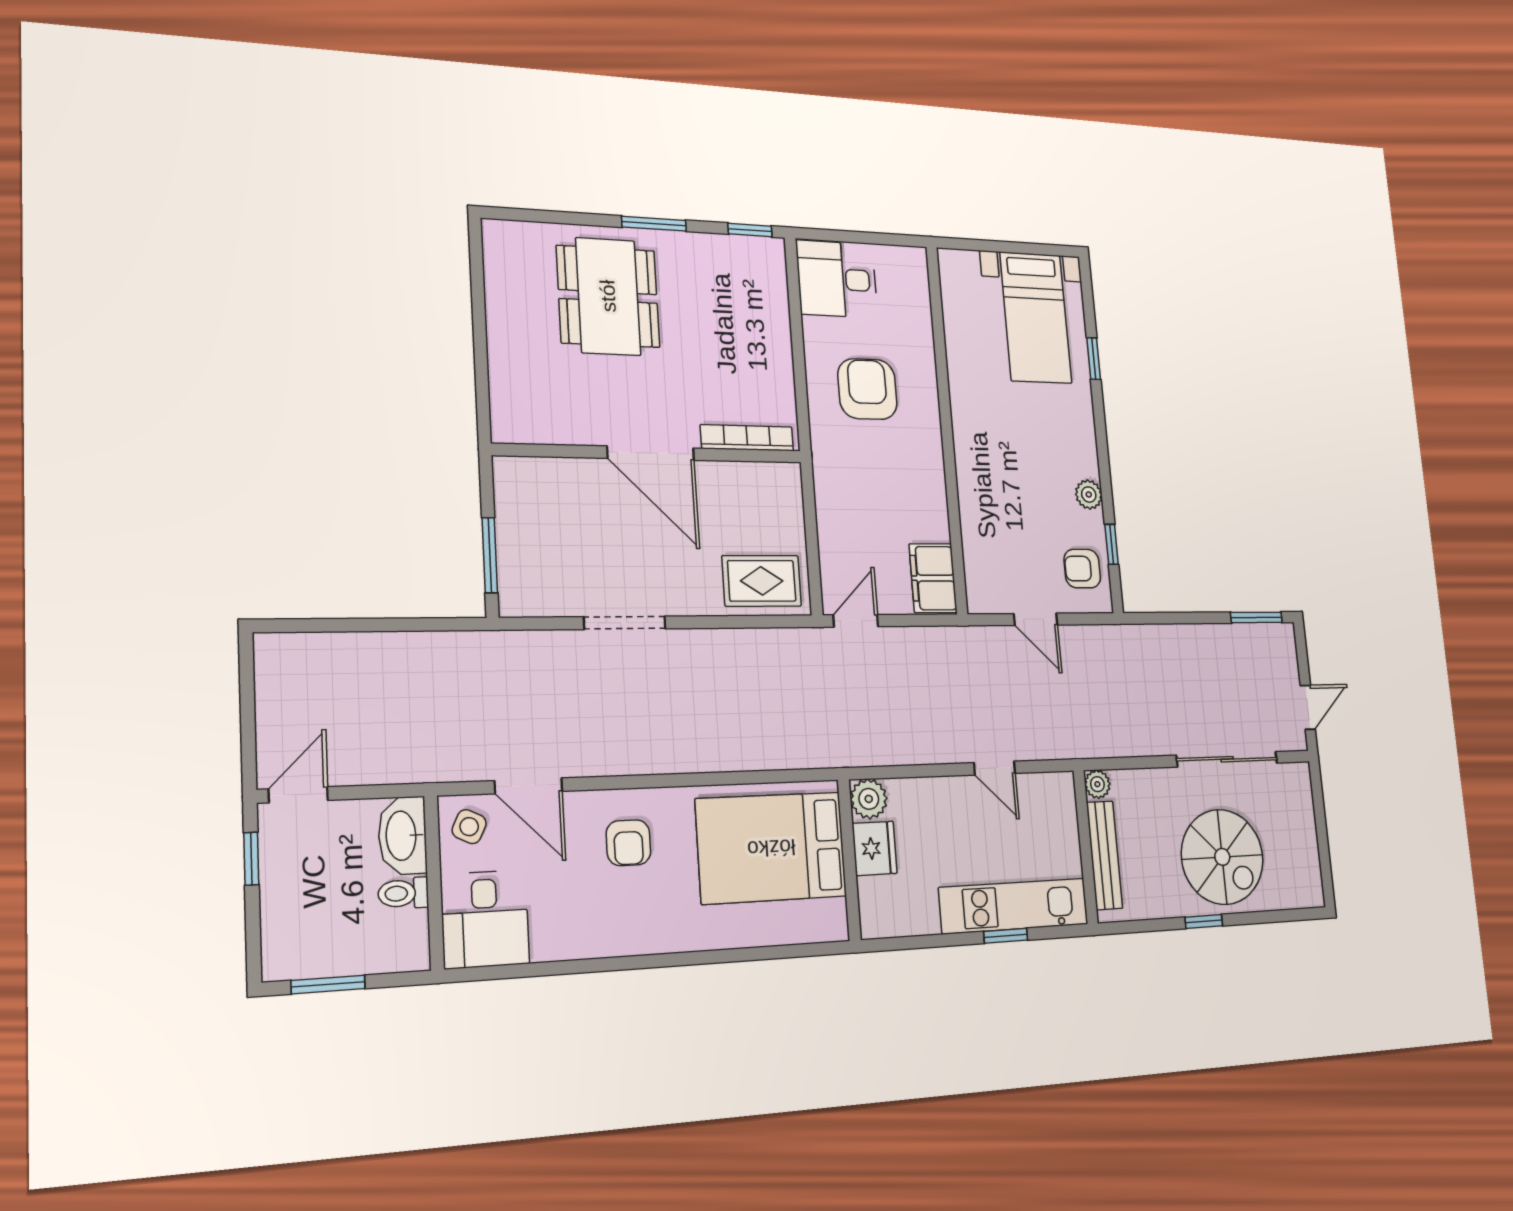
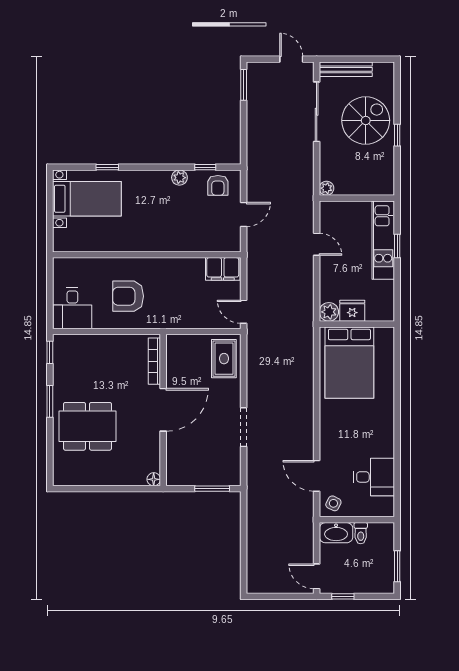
floor lamp: (504, 430) -> (154, 479), added
door: (995, 768) -> (317, 244), hinge flipped
door: (529, 786) -> (317, 476), swing flipped
armchair: (628, 843) -> (344, 431), removed
bench: (1104, 855) -> (346, 69), moved
desk: (485, 919) -> (374, 477), moved

